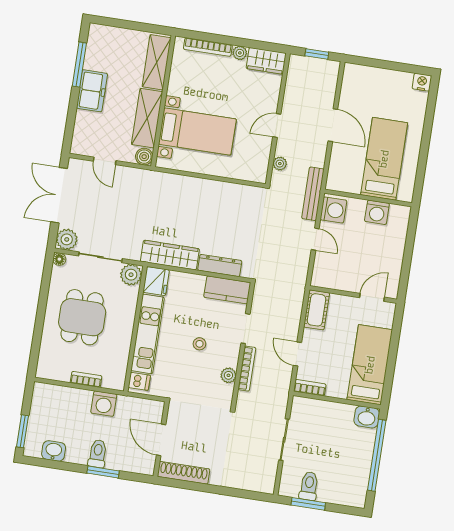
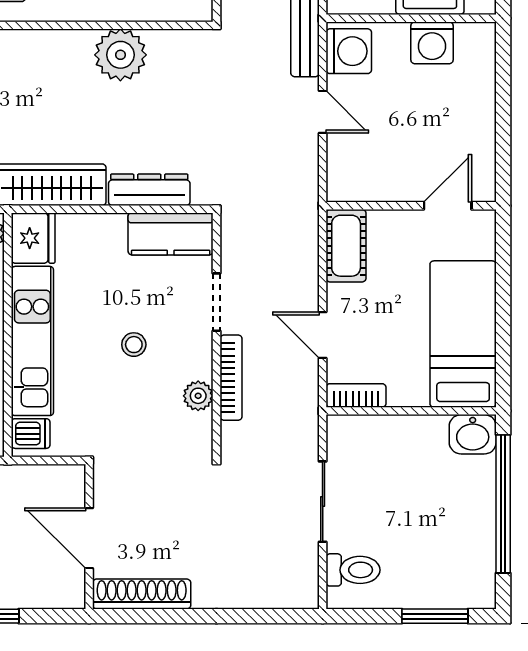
plant: (216, 194) -> (120, 55), added
toilet: (309, 486) -> (353, 570), moved, turned 90
window: (308, 504) -> (435, 616), moved

